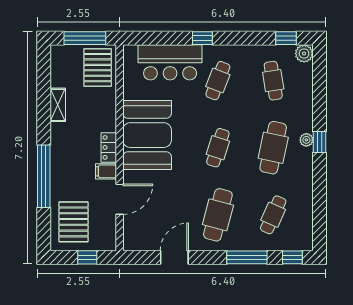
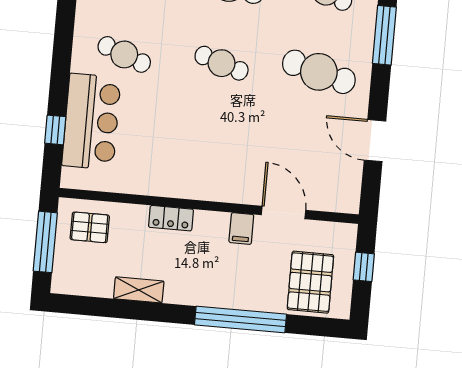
window: (202, 38) -> (55, 130), moved
pallet: (98, 68) -> (90, 227), width x0.67, depth x0.71
booth: (147, 135) -> (194, 164), removed
locker: (109, 147) -> (171, 218), moved
pallet: (74, 222) -> (310, 282), turned 90

